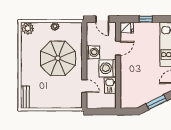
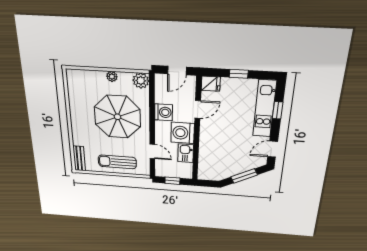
door: (102, 19) -> (177, 70), hinge flipped
plant: (28, 28) -> (141, 81), moved
sun lounger: (56, 98) -> (117, 162), added
window: (100, 112) -> (172, 181), added

